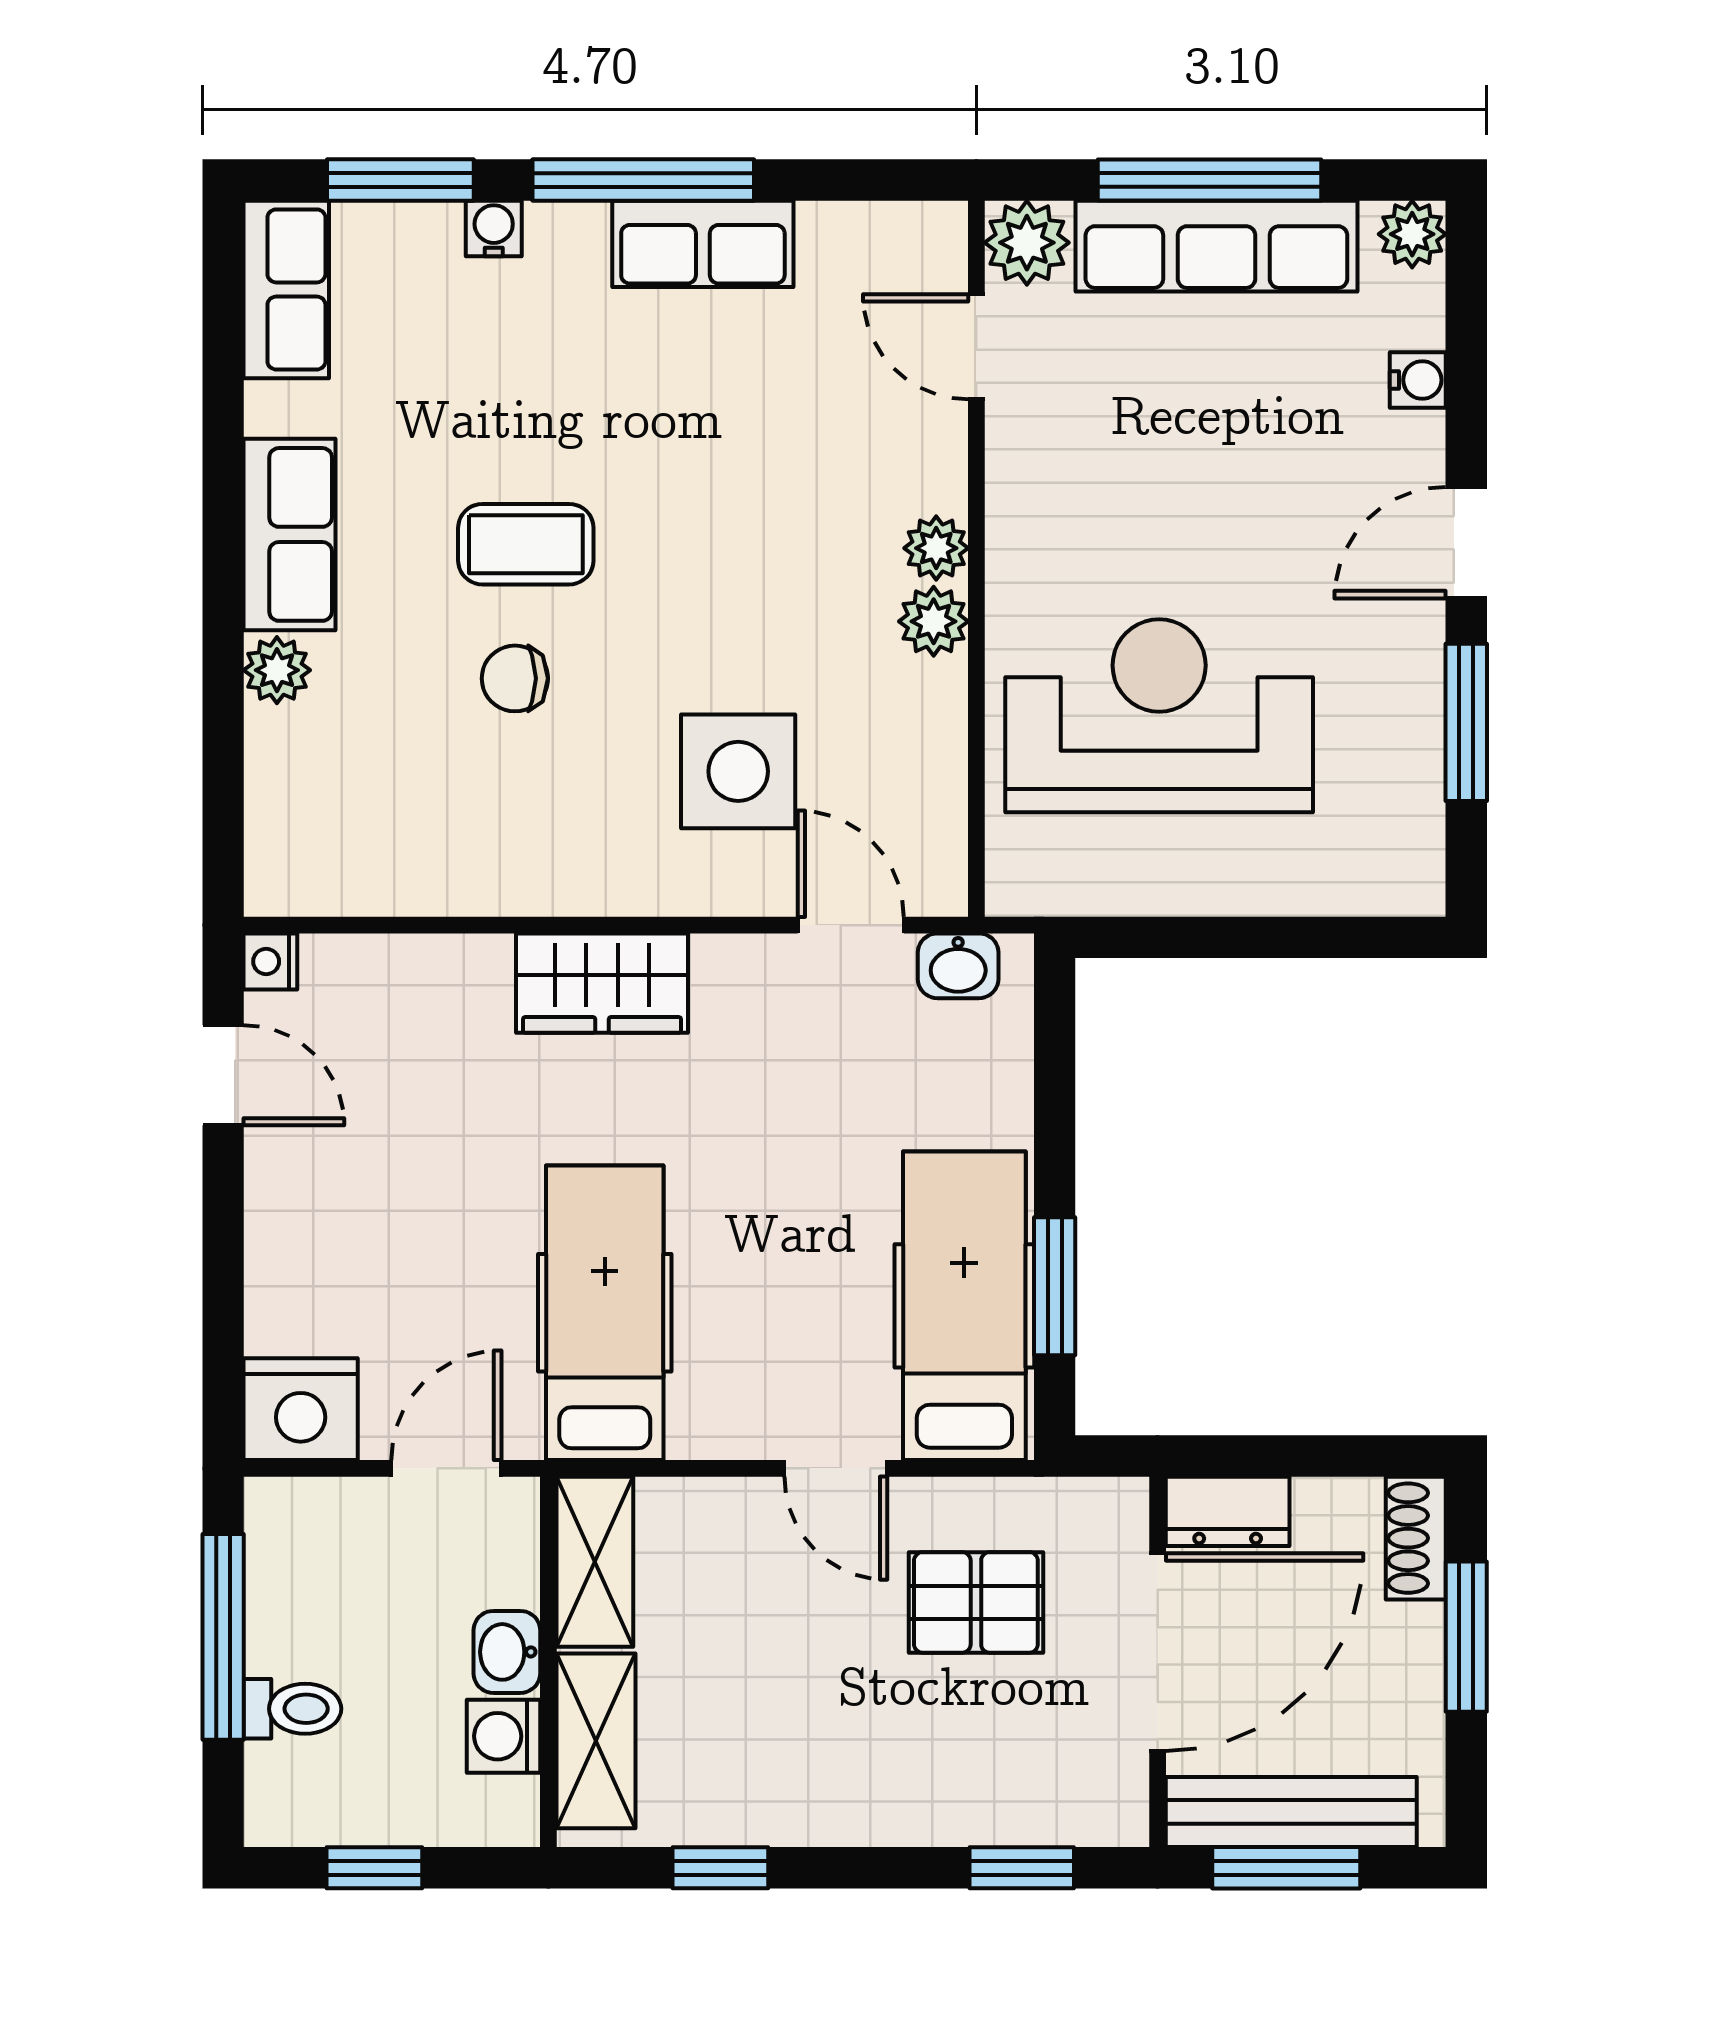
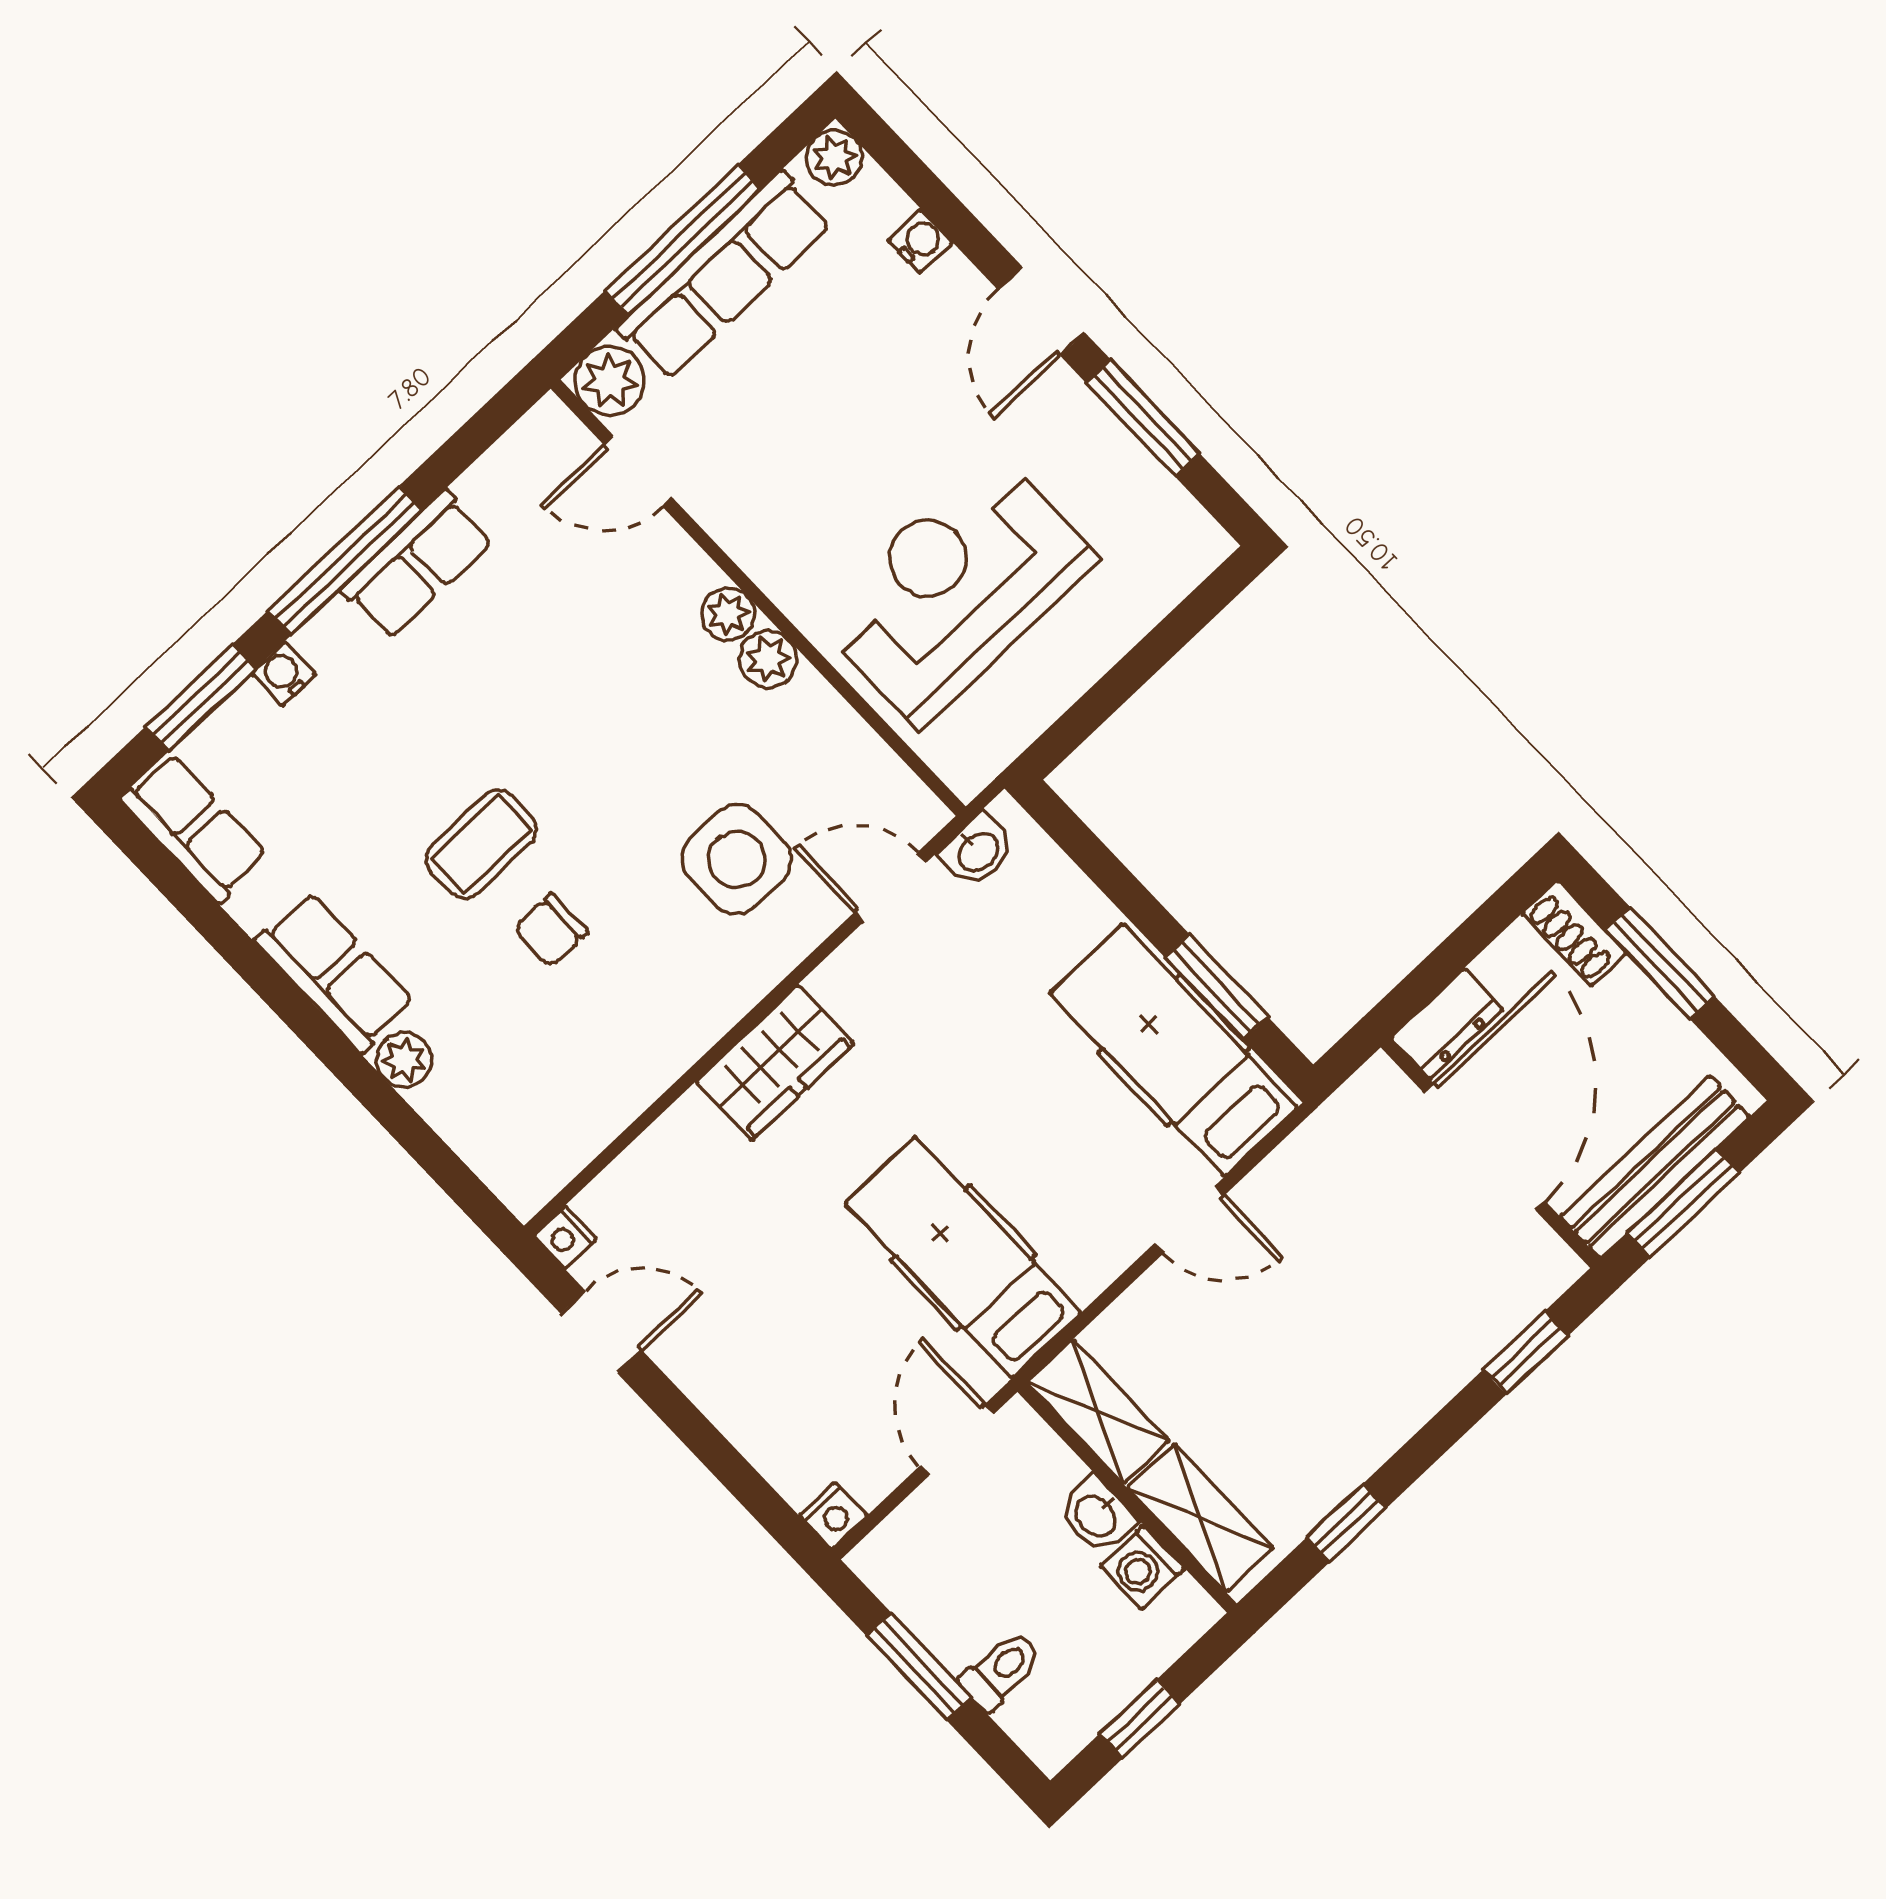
nightstand: (301, 1409) -> (833, 1516), width x0.53, depth x0.56
pallet: (976, 1602) -> (1348, 1220), removed
window: (223, 1637) -> (919, 1667), width x0.69

